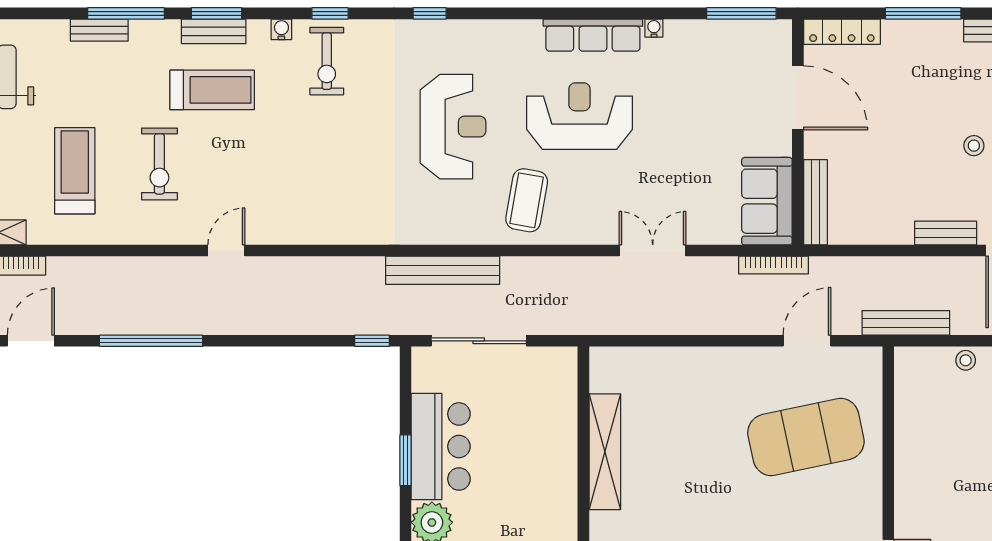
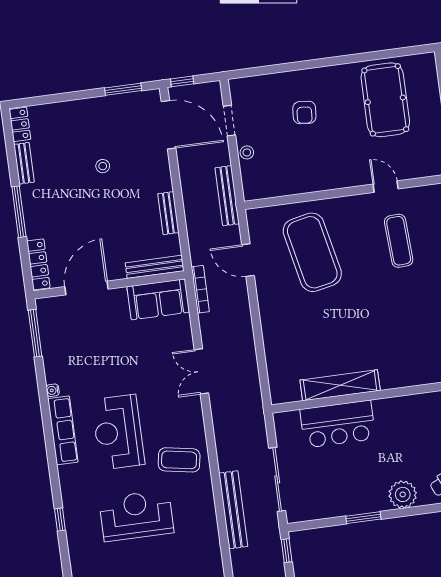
window: (430, 13) -> (60, 519), moved
bench: (946, 233) -> (168, 213), moved
bar counter: (441, 446) -> (338, 424), moved, turned 180

